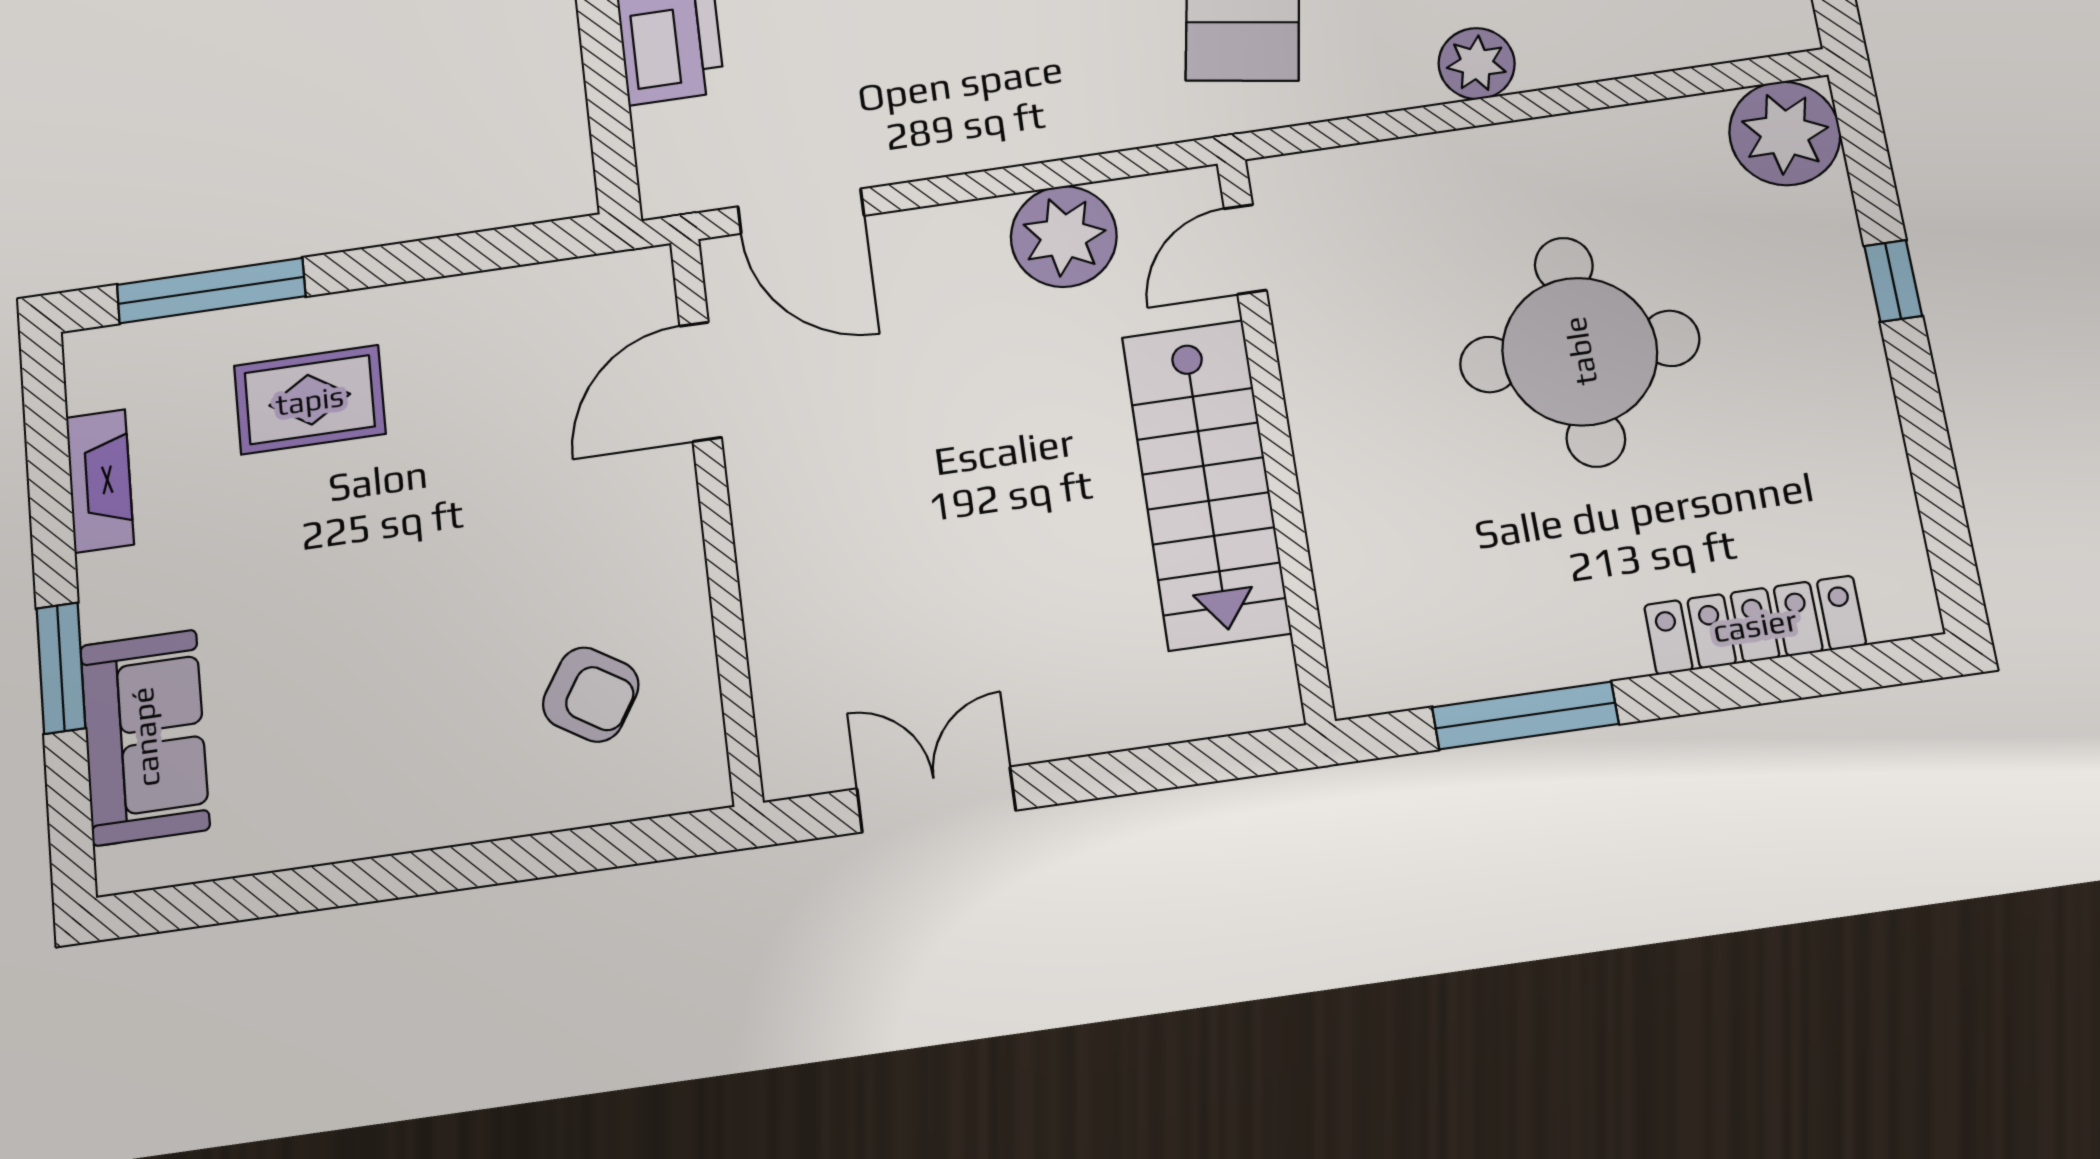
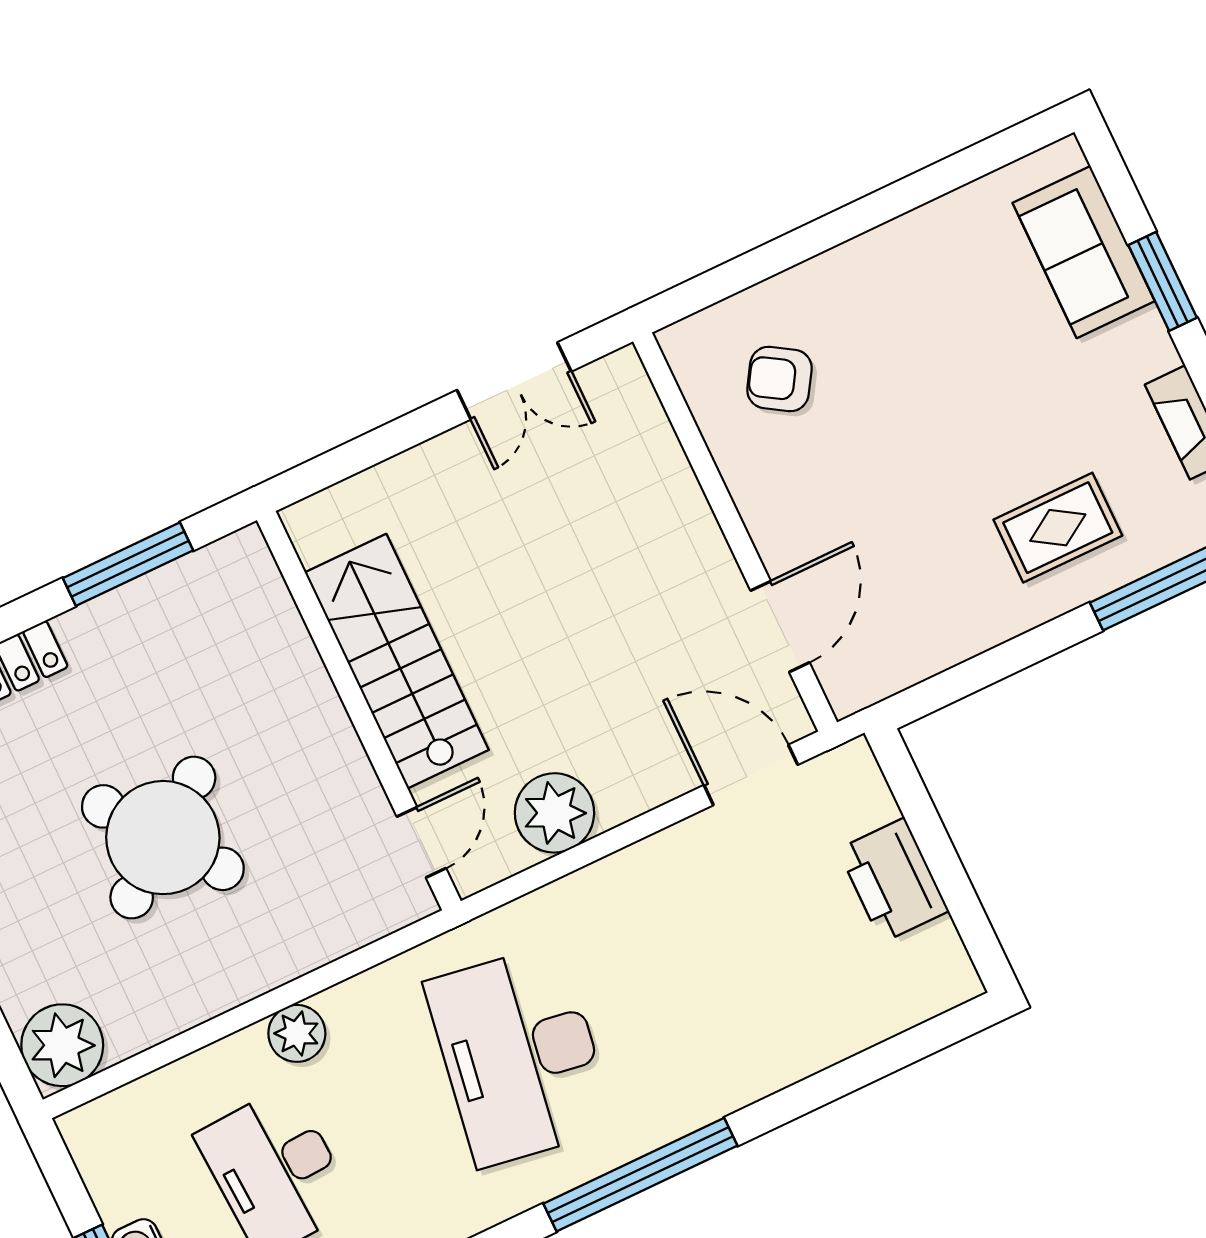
round table: (1580, 351) -> (163, 838), turned -37

